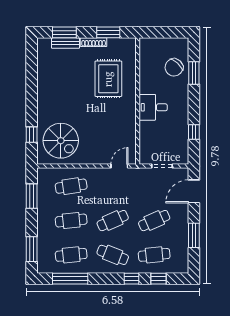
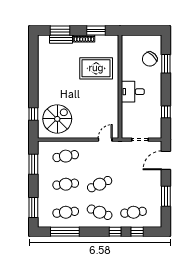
rug: (108, 79) -> (96, 68), turned 90
spiral stairs: (61, 141) -> (57, 119), turned -90
cafe table: (154, 221) -> (134, 184), removed

